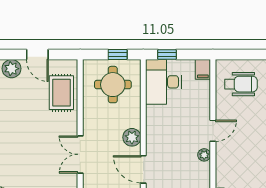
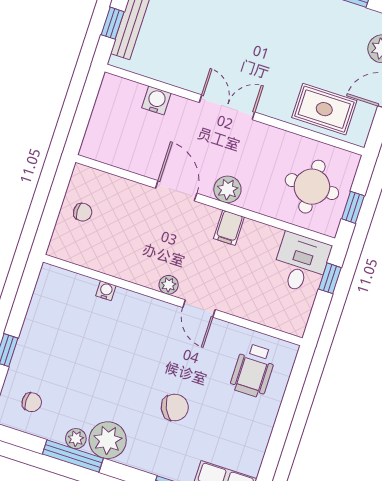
filing cabinet: (203, 69) -> (229, 228), moved, turned -90
desk: (163, 82) -> (301, 263), width x0.73
door: (143, 169) -> (176, 191), hinge flipped

